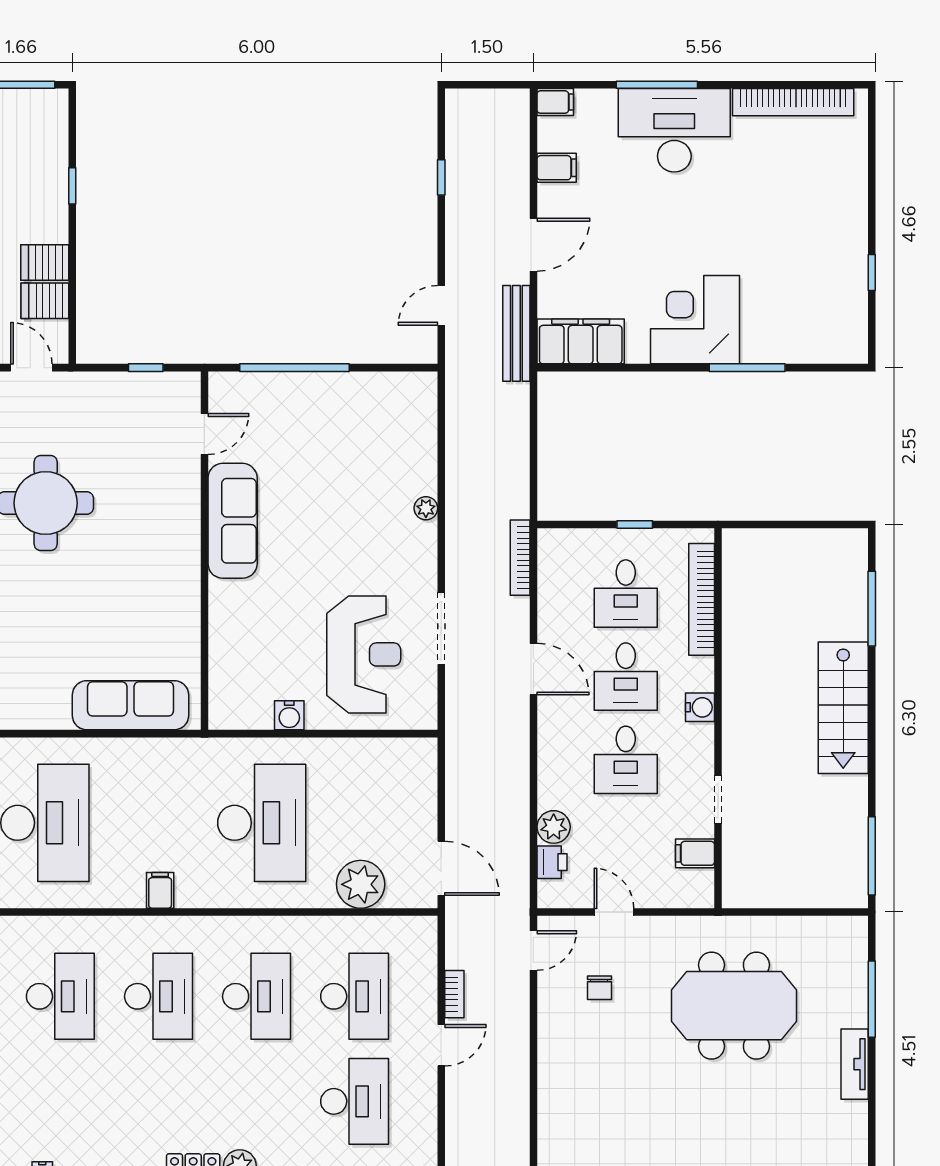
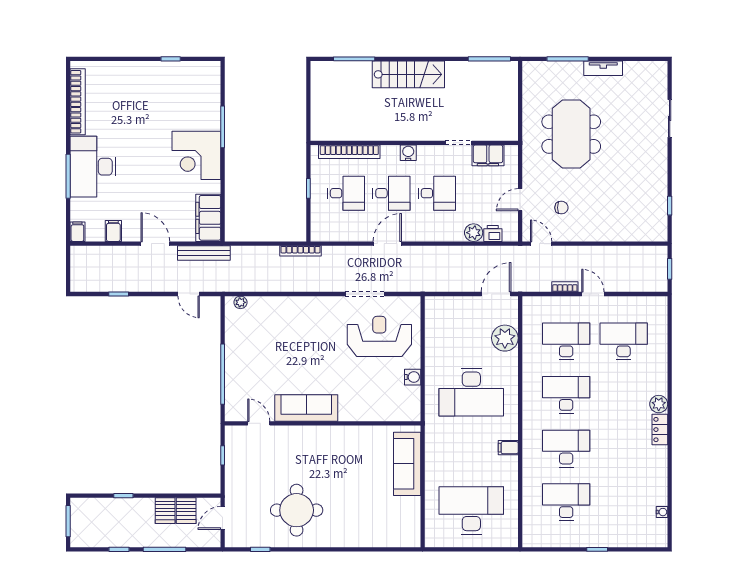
plant: (426, 508) -> (240, 302), moved
bookcase: (520, 558) -> (300, 251), moved
desk: (262, 823) -> (471, 392), turned 180
filing cabinet: (695, 853) -> (488, 155), width x2.00

